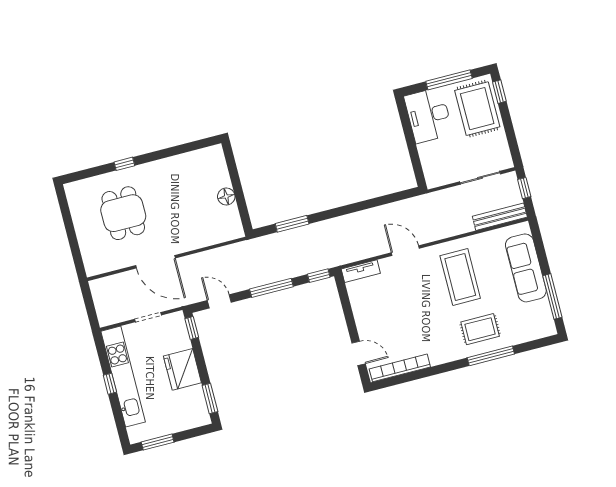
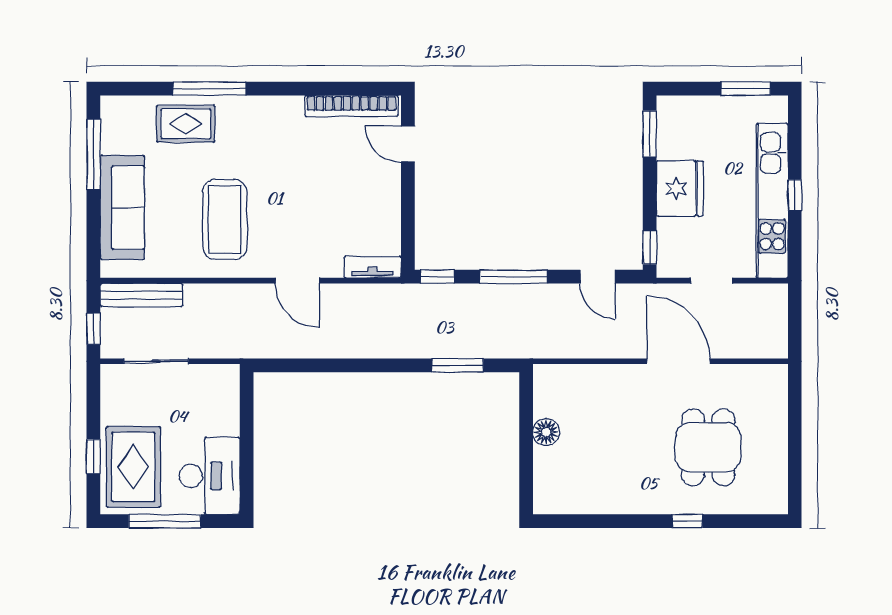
window: (499, 92) -> (93, 457), moved
rug: (480, 329) -> (186, 124), moved

